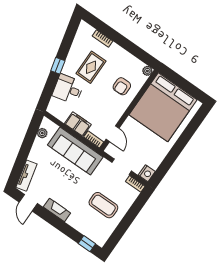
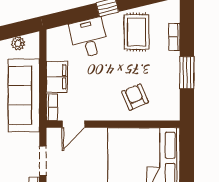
window: (129, 46) -> (187, 73), added
rug: (91, 67) -> (137, 32), moved, turned 90
plant: (147, 71) -> (173, 114), removed
armchair: (122, 86) -> (135, 97), turned 67

